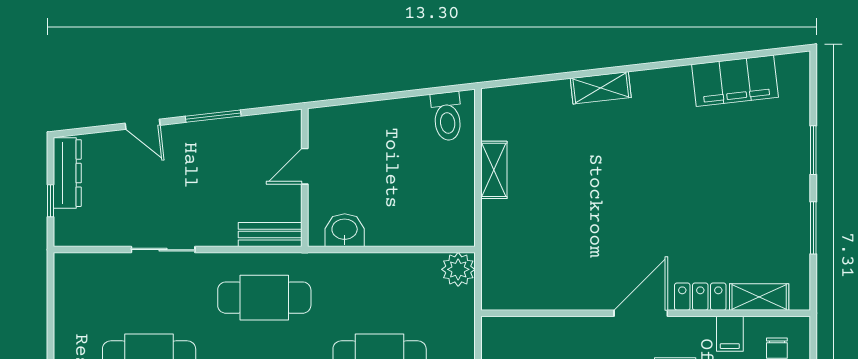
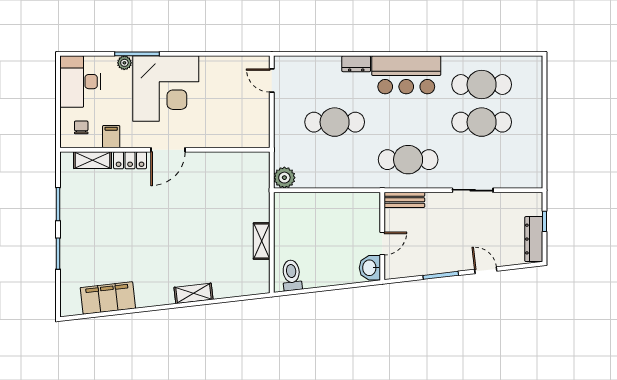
washbasin: (345, 230) -> (370, 268), moved, turned 90

